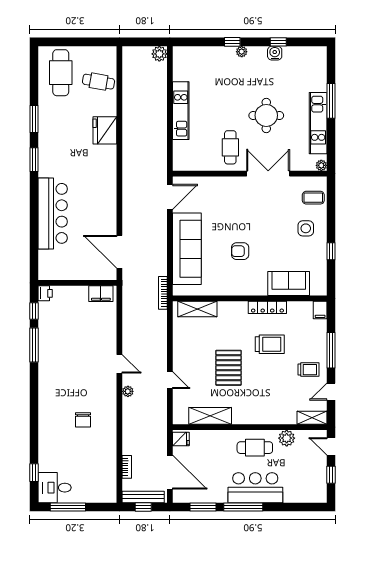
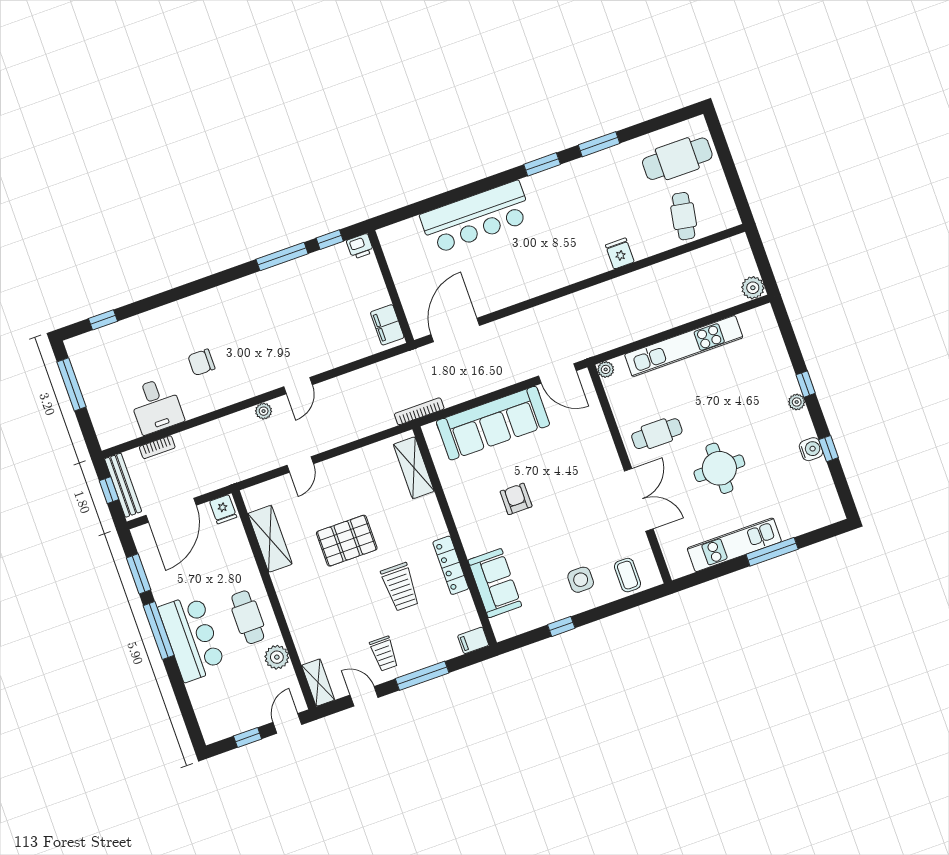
kitchen unit: (181, 111) -> (684, 346), width x1.36
fridge: (105, 130) -> (620, 254), width x0.53, depth x0.75
plant: (321, 165) -> (606, 369), moved
desk: (55, 488) -> (156, 406), moved, turned 180

